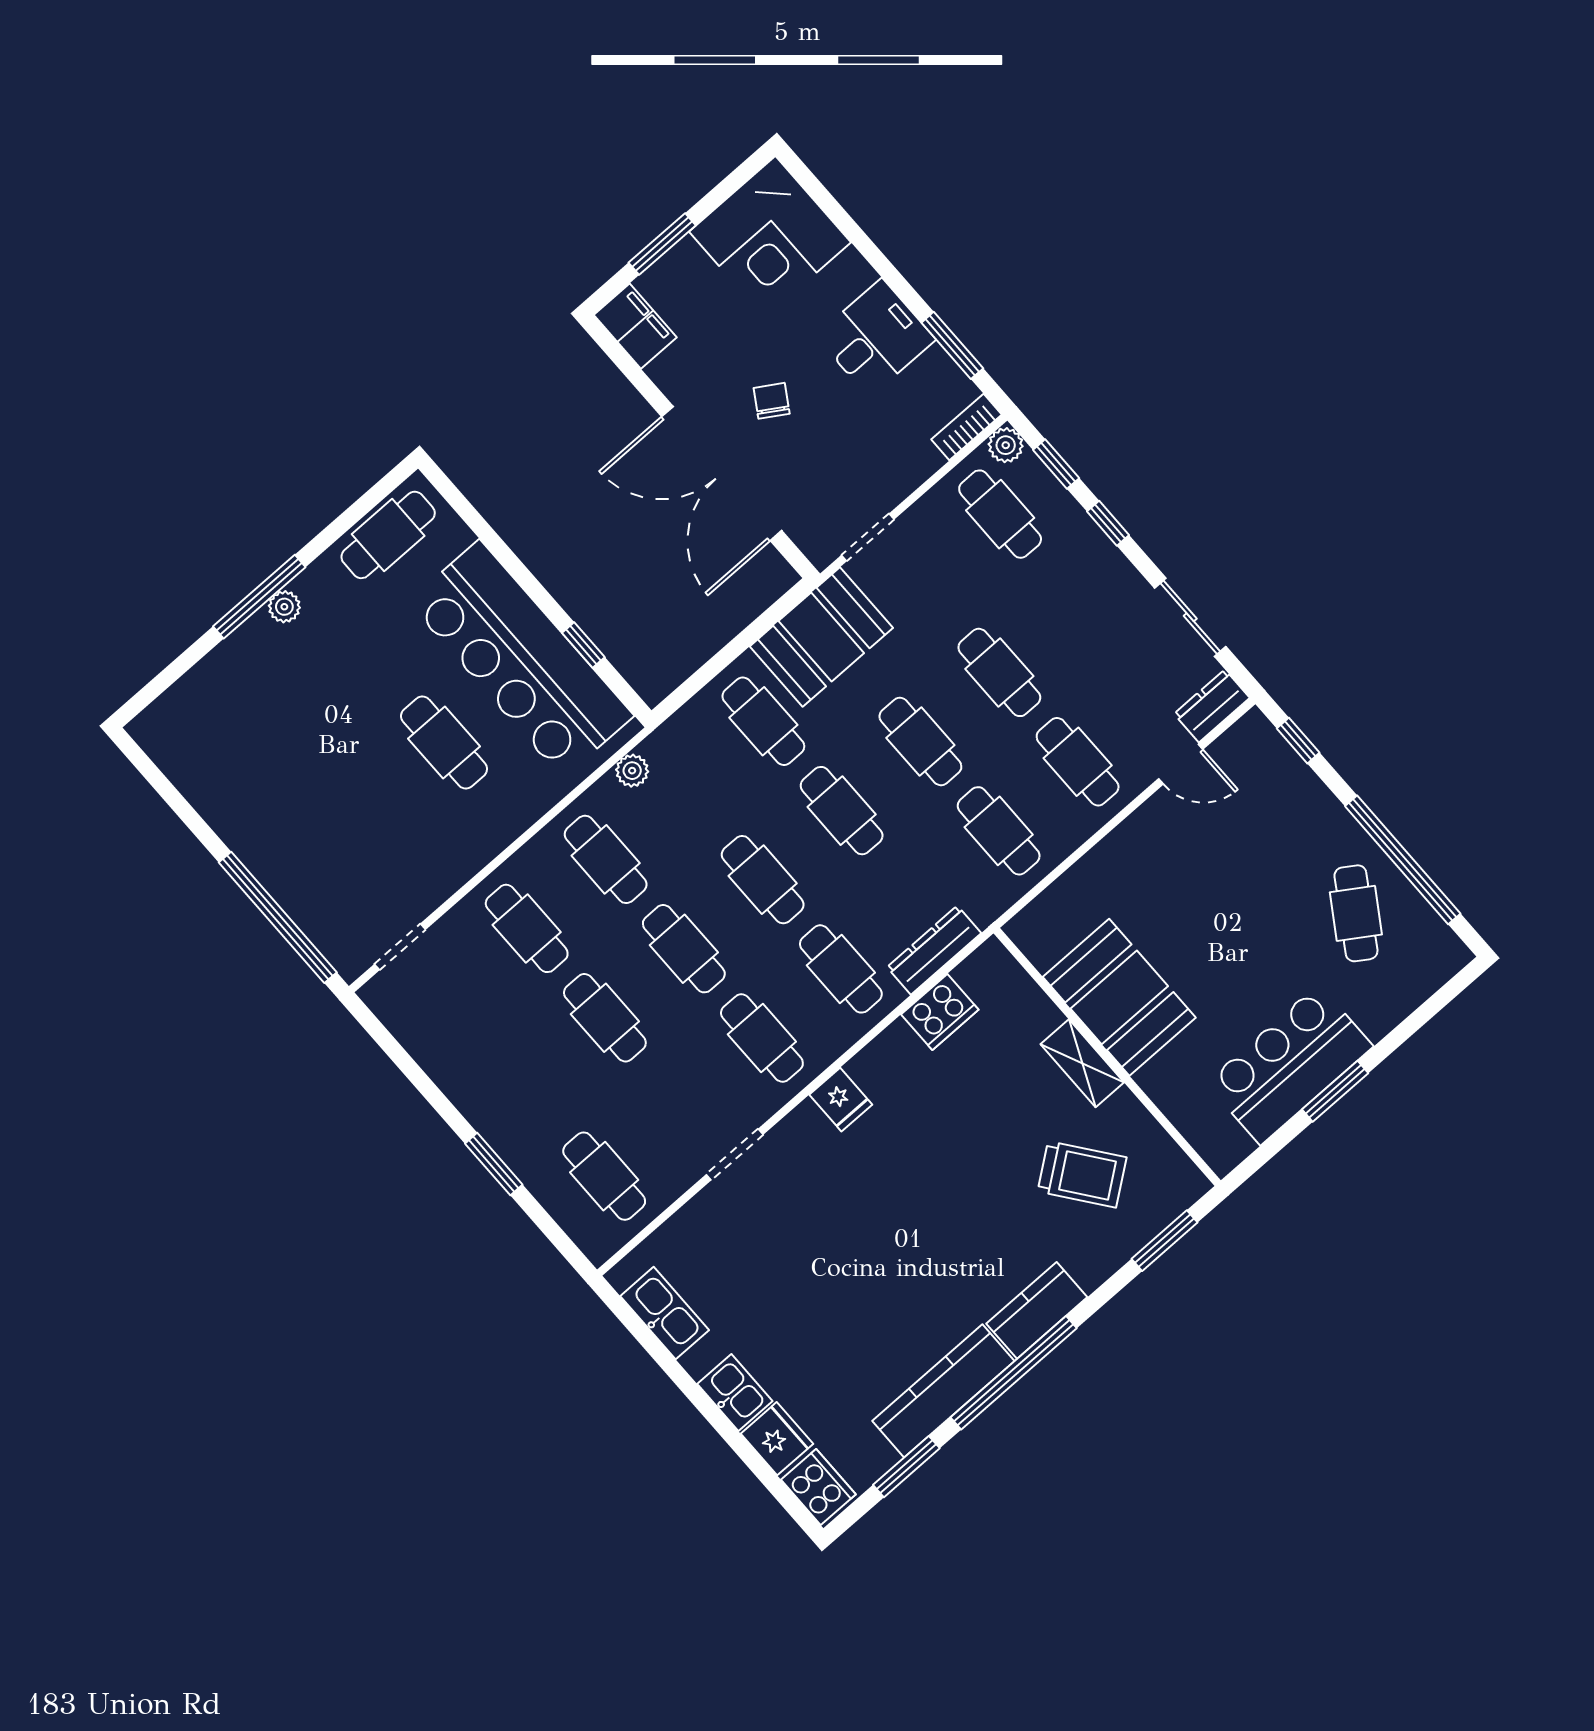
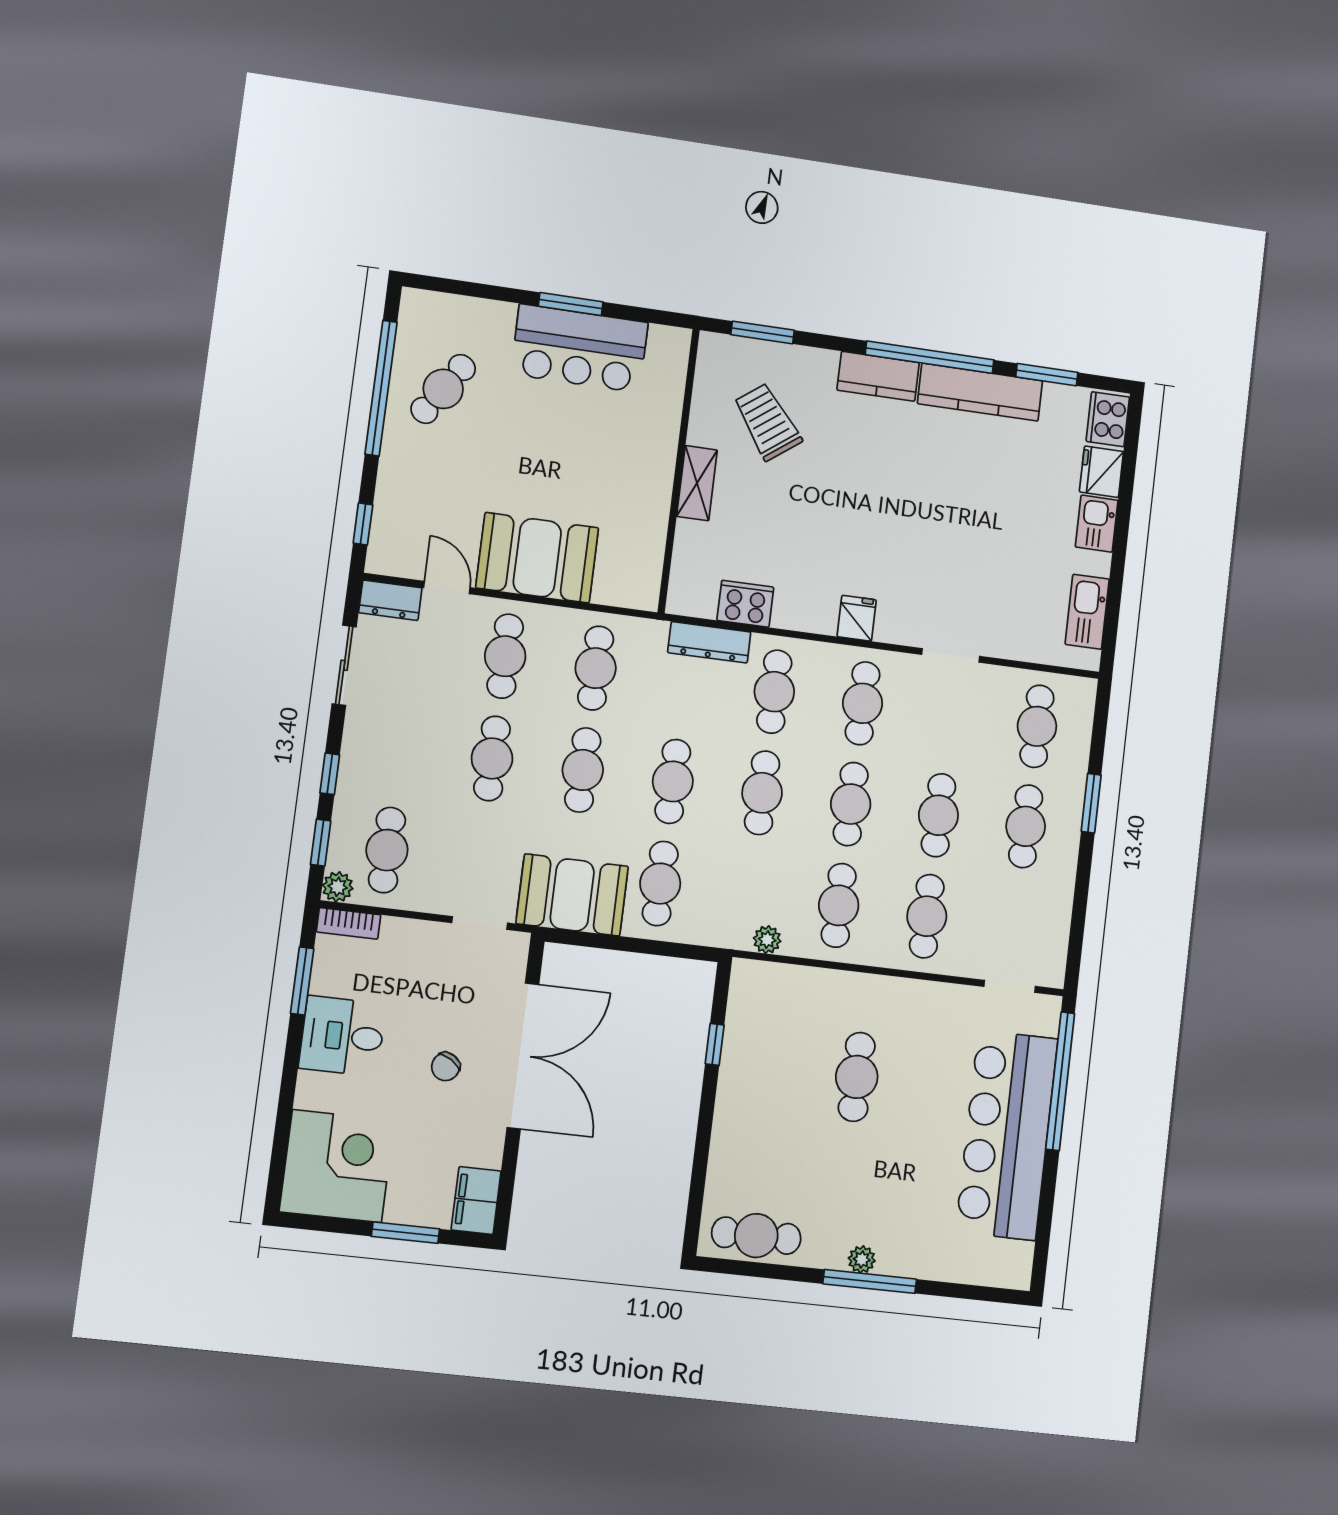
bar counter: (521, 659) -> (1007, 1135), moved, turned 180
booth: (1119, 997) -> (537, 558), moved, turned 90
cafe table: (526, 1087) -> (1026, 826), added

